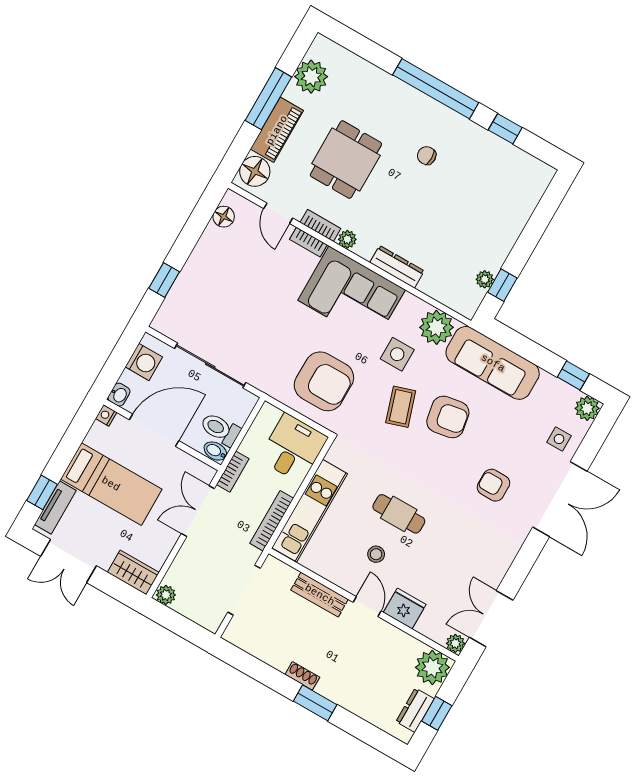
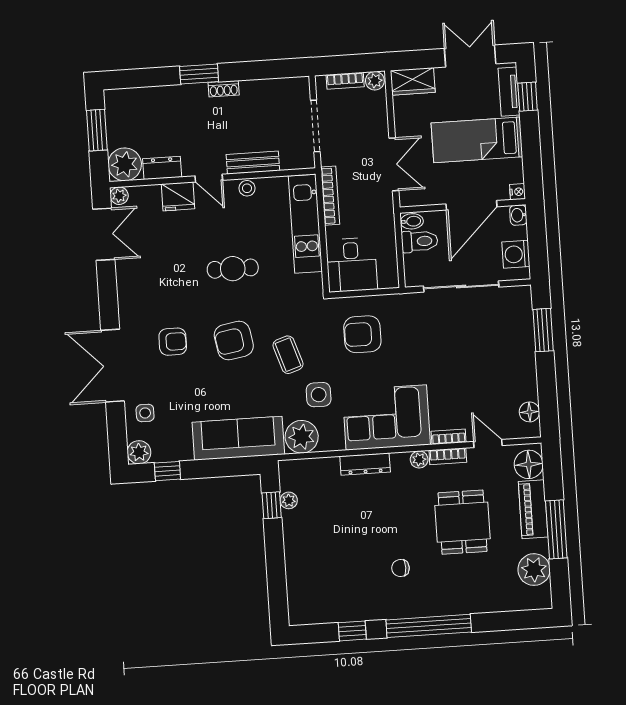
chair: (427, 156) -> (400, 568), turned 180
window: (164, 280) -> (543, 330), width x1.50
armchair: (324, 381) -> (362, 334), width x0.73, depth x0.73
armchair: (448, 417) -> (234, 341), moved
bookcase: (233, 472) -> (345, 81), moved, turned -90
stool: (376, 554) -> (247, 188), moved
dresser: (415, 710) -> (162, 168), moved, turned -90
window: (437, 713) -> (97, 130), width x1.50

